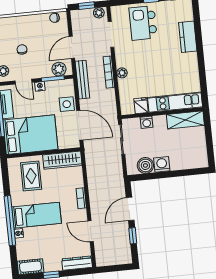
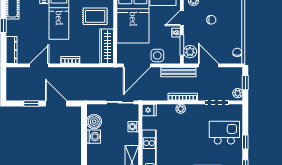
fridge: (141, 106) -> (149, 110), moved

